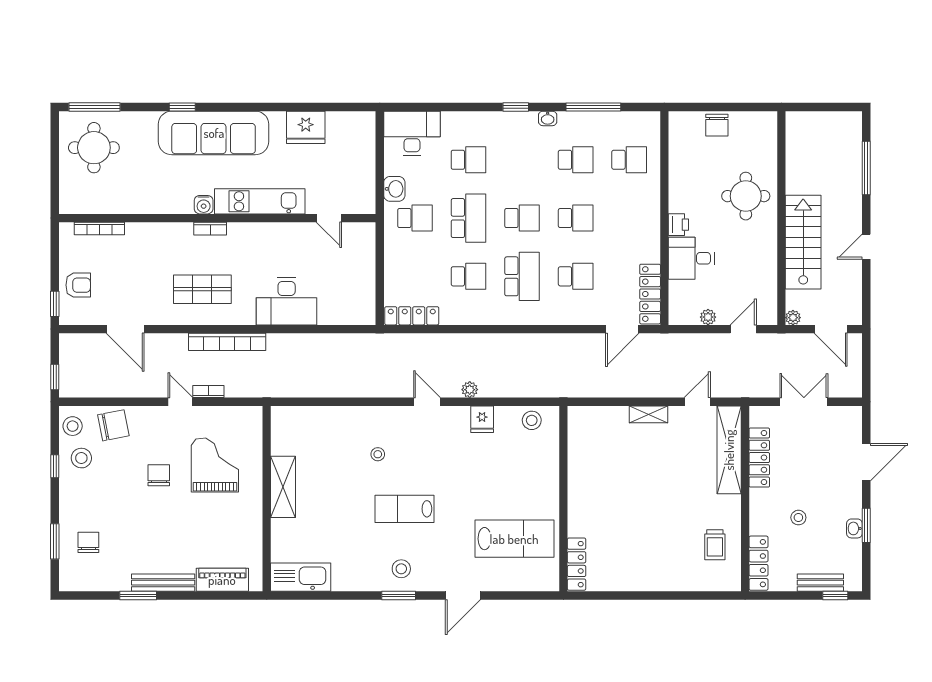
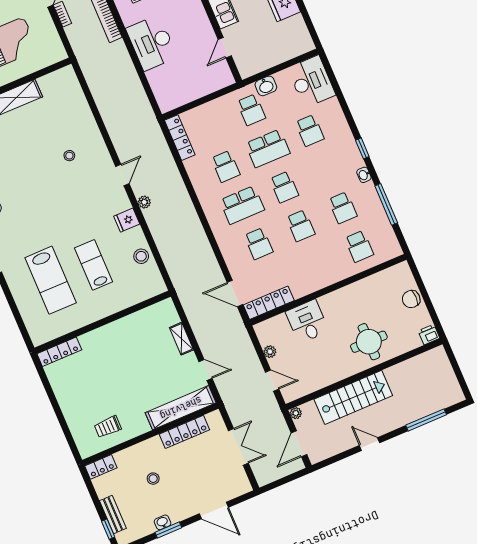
printer: (678, 225) -> (429, 335), moved, turned 180
wall: (563, 499) -> (103, 322), moved
lab bench: (405, 509) -> (93, 265), moved
locker: (759, 563) -> (101, 467), width x0.66
locker: (577, 564) -> (59, 352), moved

